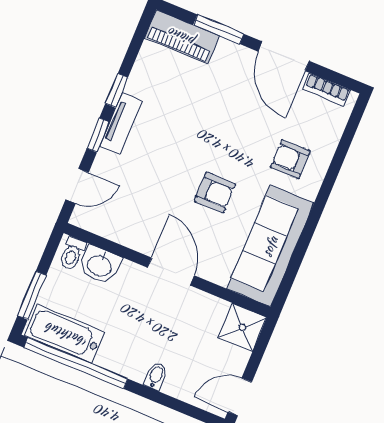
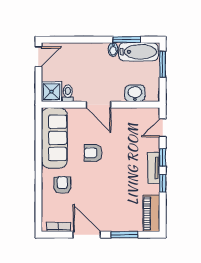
piano: (182, 37) -> (151, 213), moved, turned -90
armchair: (290, 159) -> (62, 185), turned -90
toilet: (72, 253) -> (68, 93), moved
window: (76, 363) -> (127, 40), width x0.47
bidet: (156, 376) -> (113, 49), moved

